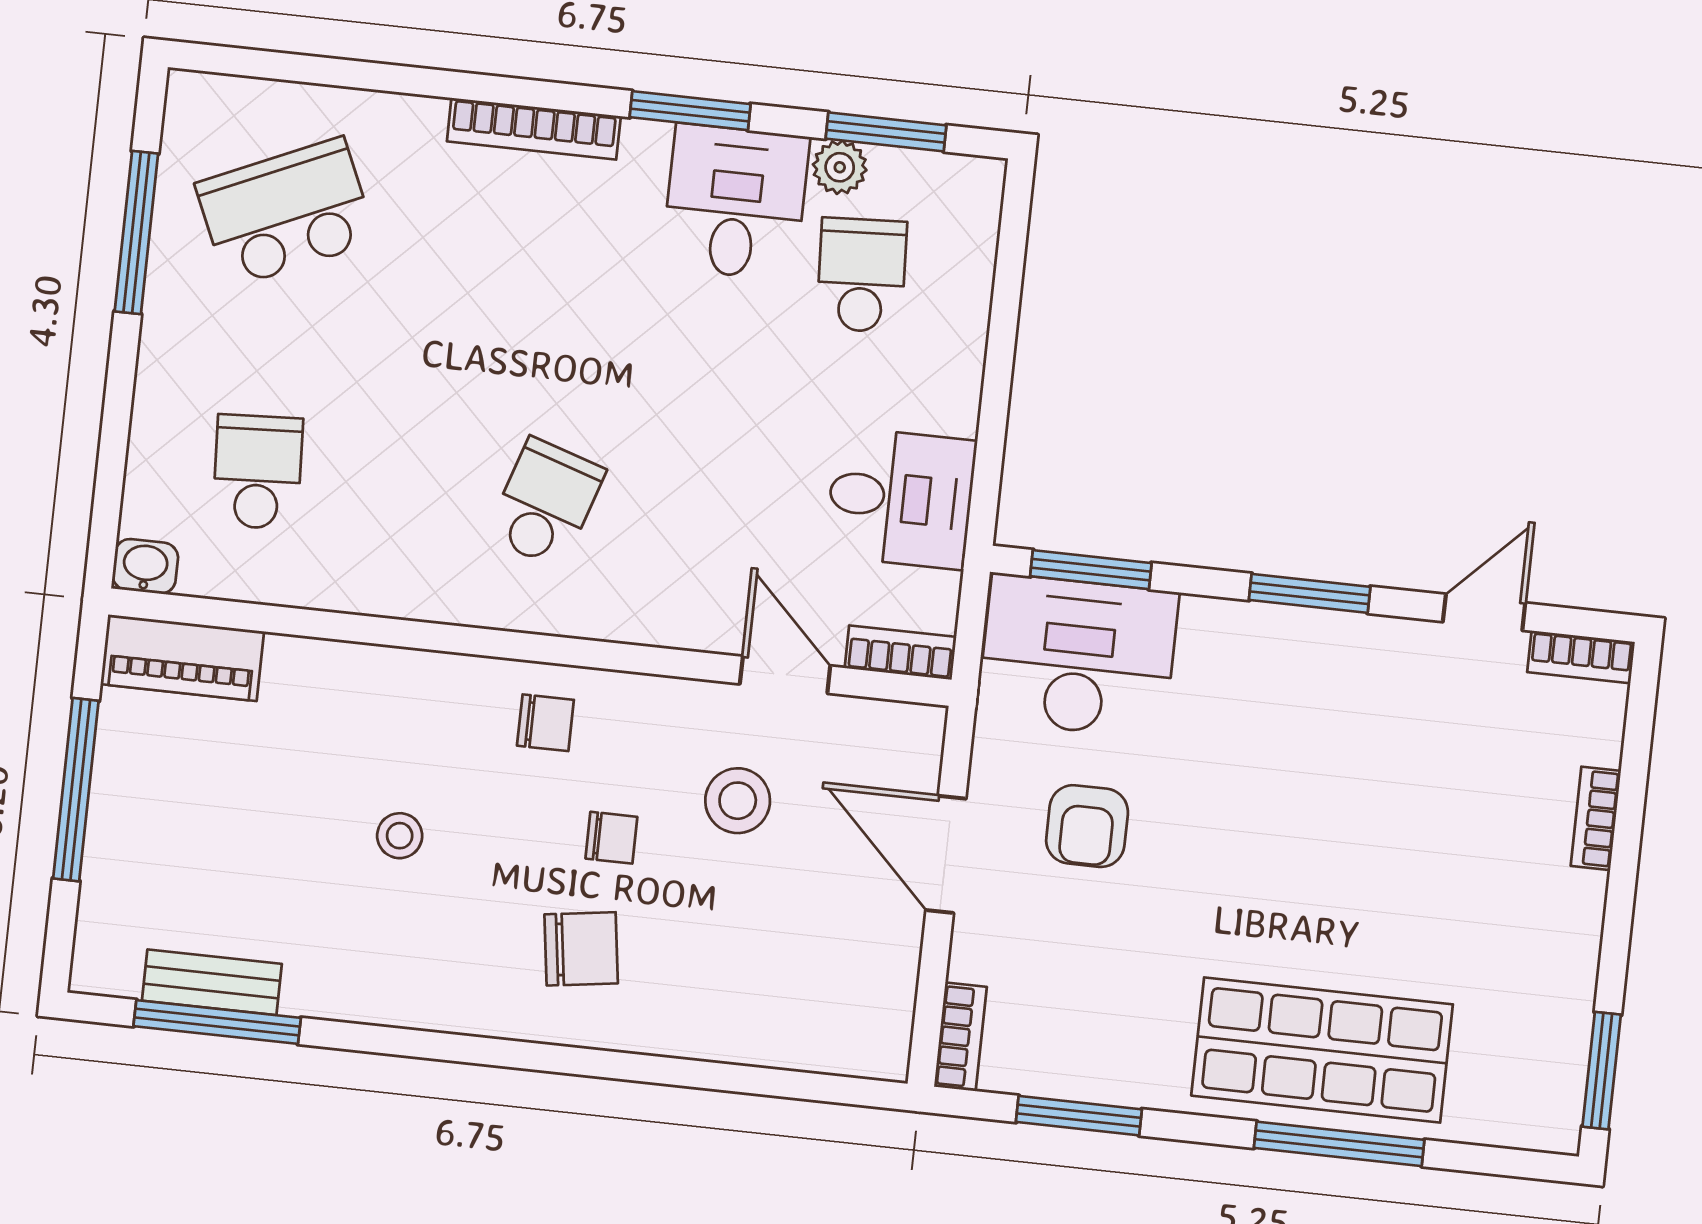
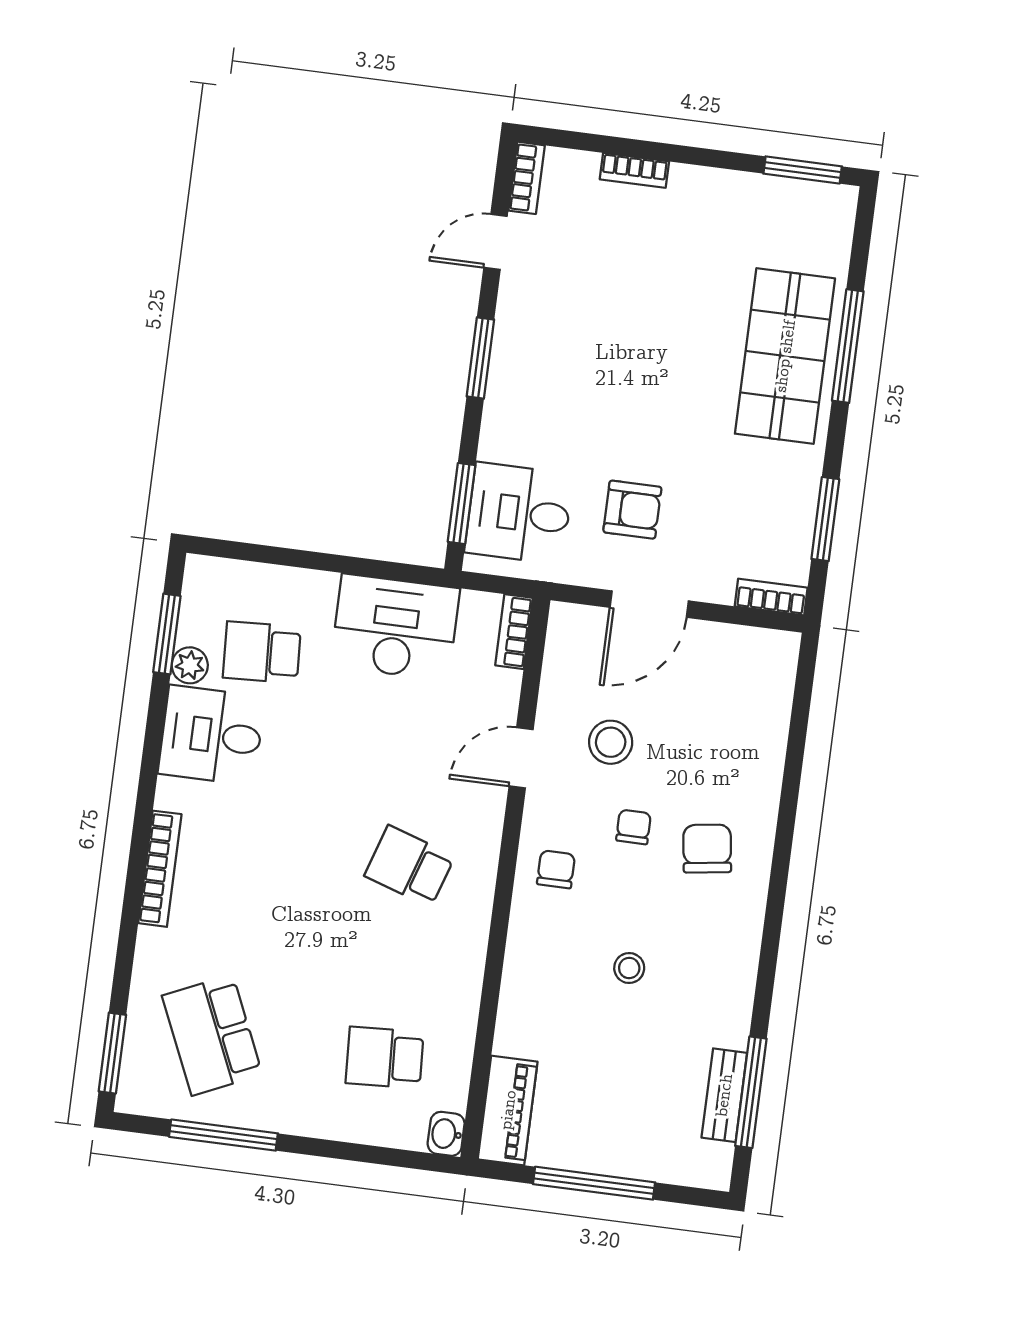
window: (690, 111) -> (112, 1053), moved
desk: (901, 498) -> (395, 627), width x1.37
door: (1484, 612) -> (495, 242), hinge flipped
desk: (1078, 656) -> (519, 513), width x0.73
door: (785, 675) -> (521, 758), moved

